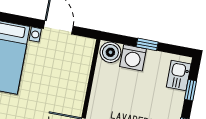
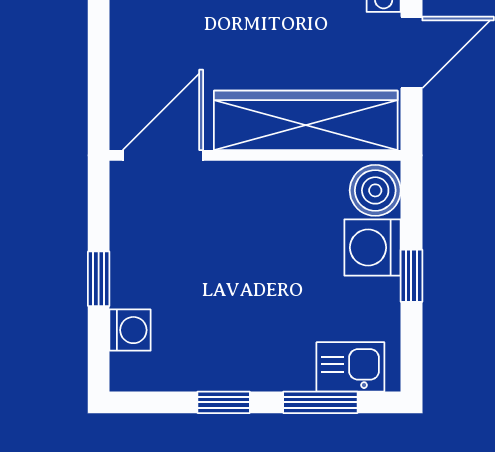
wardrobe: (77, 75) -> (306, 120), added
window: (191, 90) -> (320, 402), width x1.50

